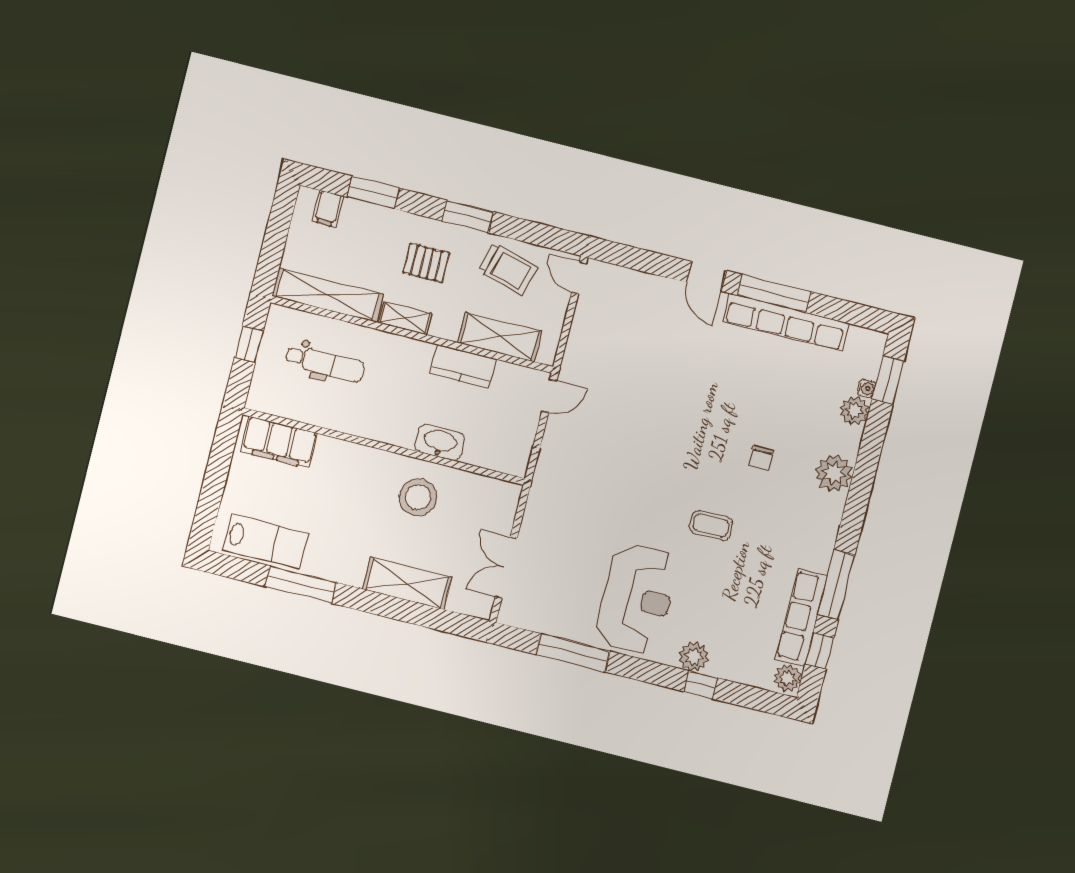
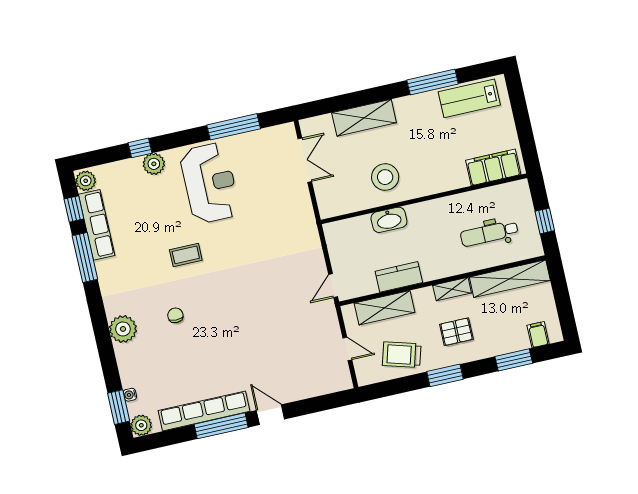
door: (579, 278) -> (347, 349), moved
plant: (855, 411) -> (141, 425), moved
reception desk: (637, 599) -> (210, 183), turned 180

